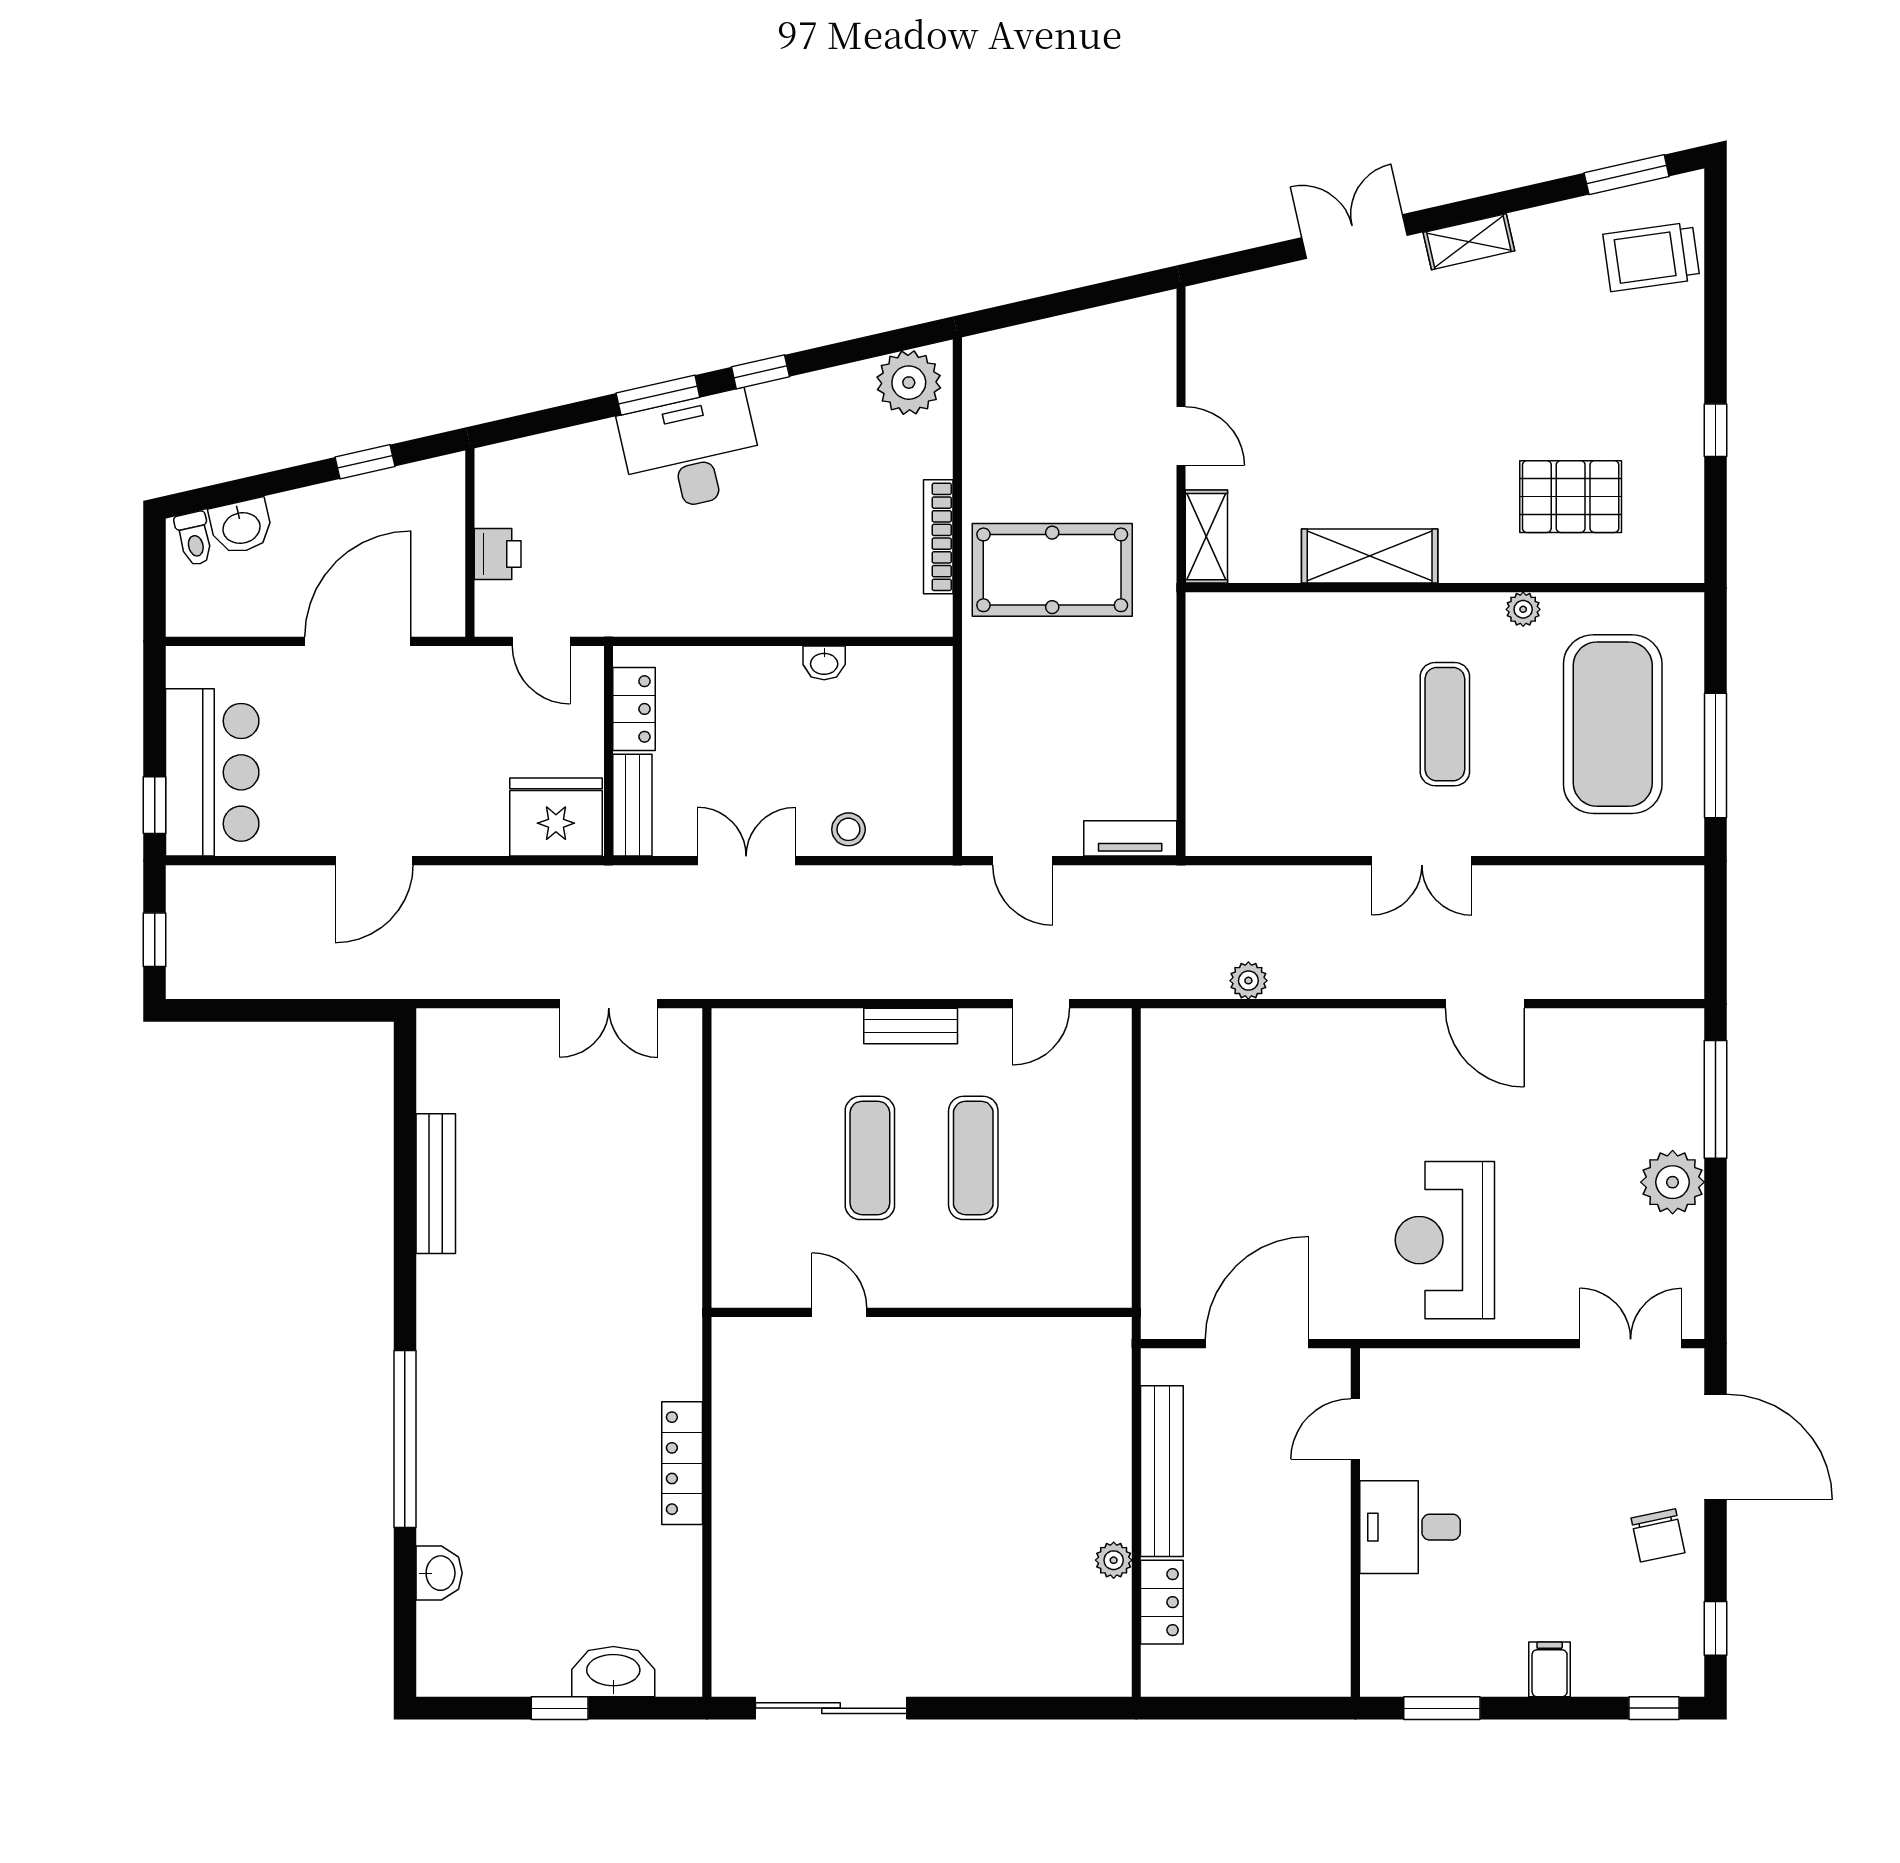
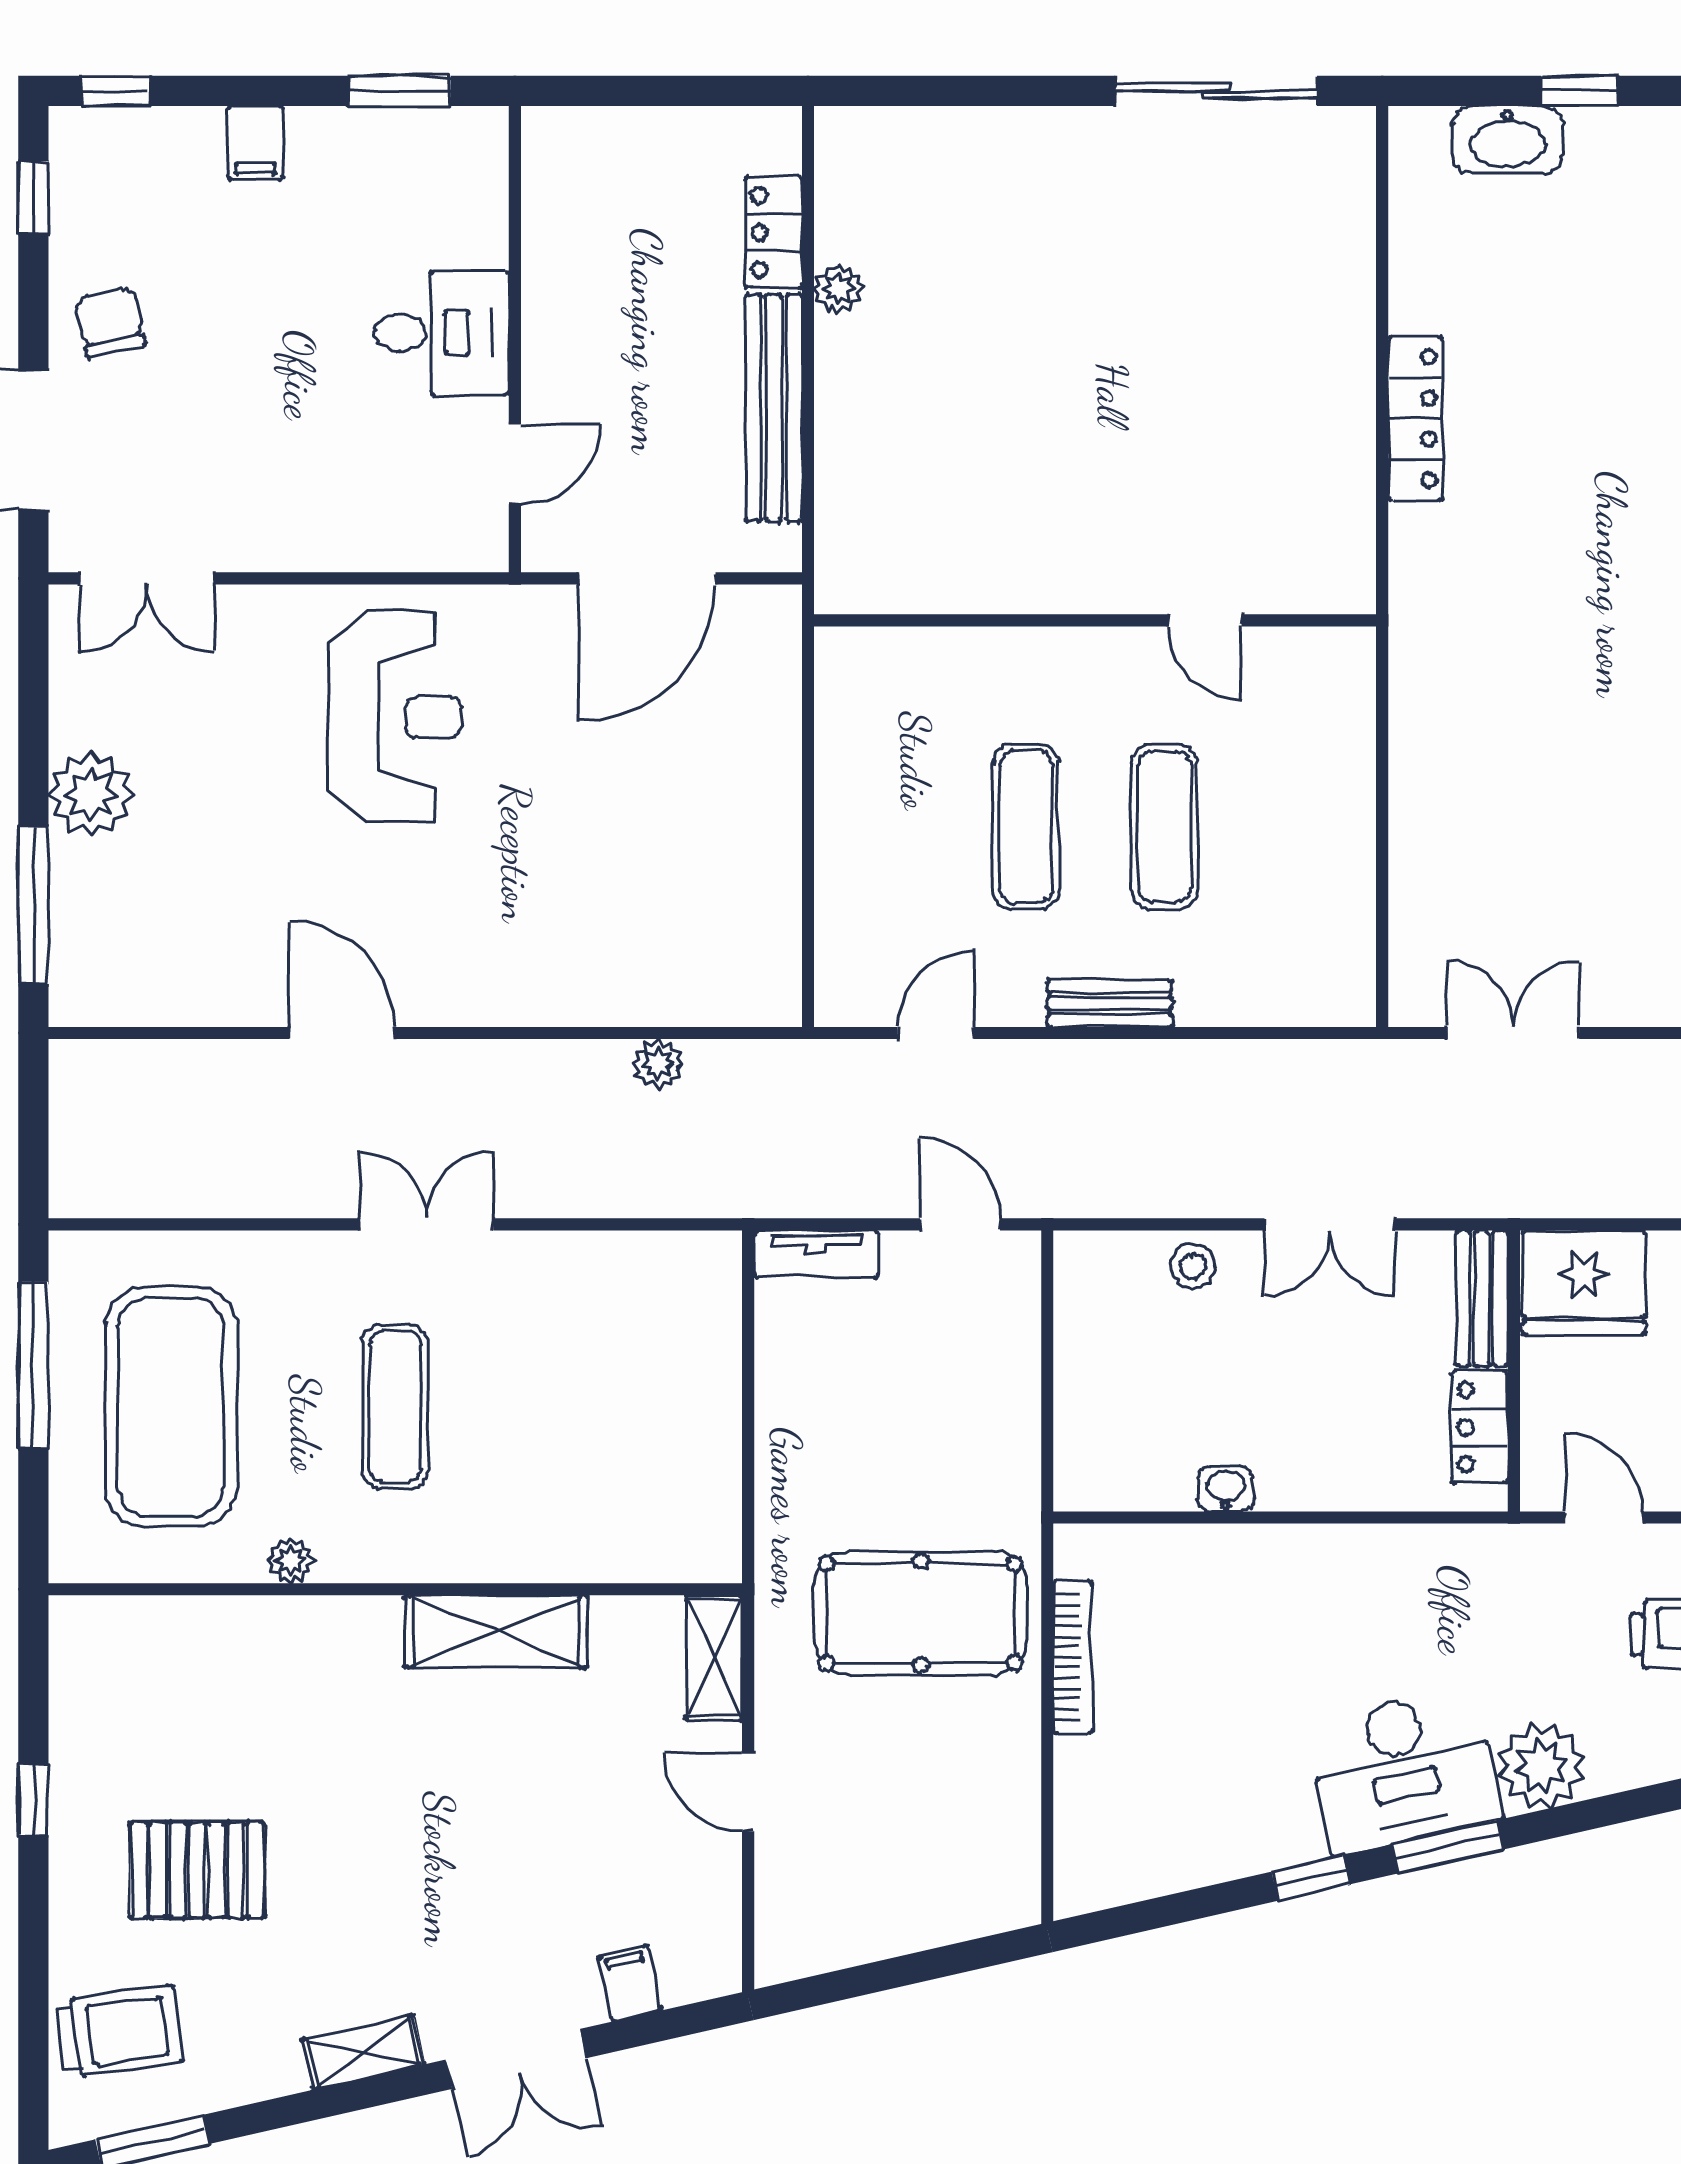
filing cabinet: (1269, 293) -> (630, 1983), added
plant: (909, 383) -> (1541, 1766), moved
pallet: (1571, 497) -> (197, 1870), moved

